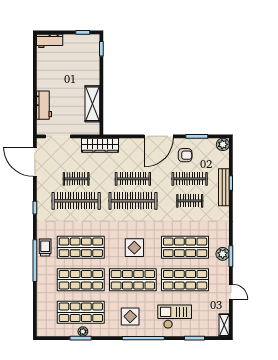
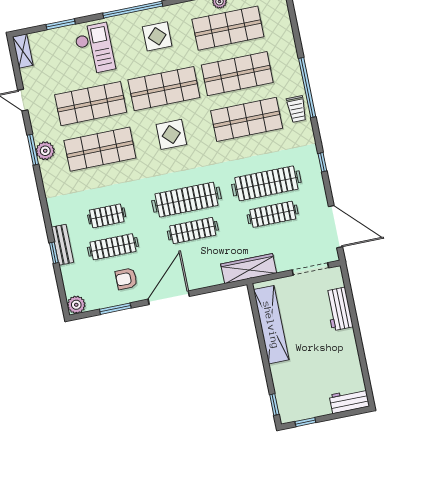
shelving: (92, 104) -> (271, 325), width x1.47
clothes rail: (76, 179) -> (273, 214), width x1.36
bench: (224, 187) -> (62, 245), width x0.73
checkout: (175, 317) -> (95, 49), turned -90

